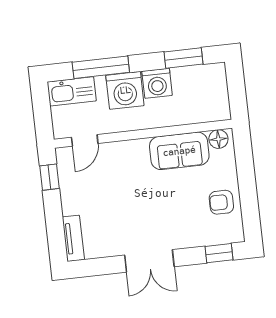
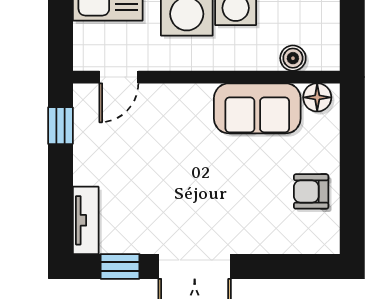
boiler: (199, 115) -> (293, 58), added
window: (219, 253) -> (120, 266), moved

